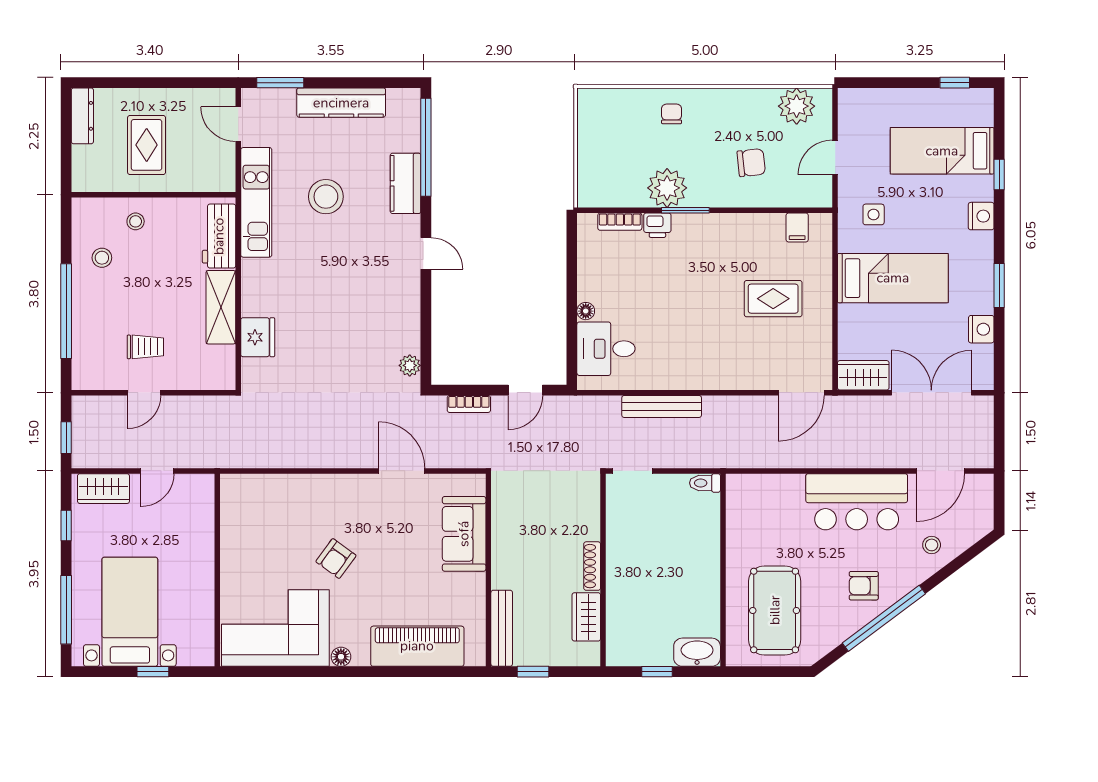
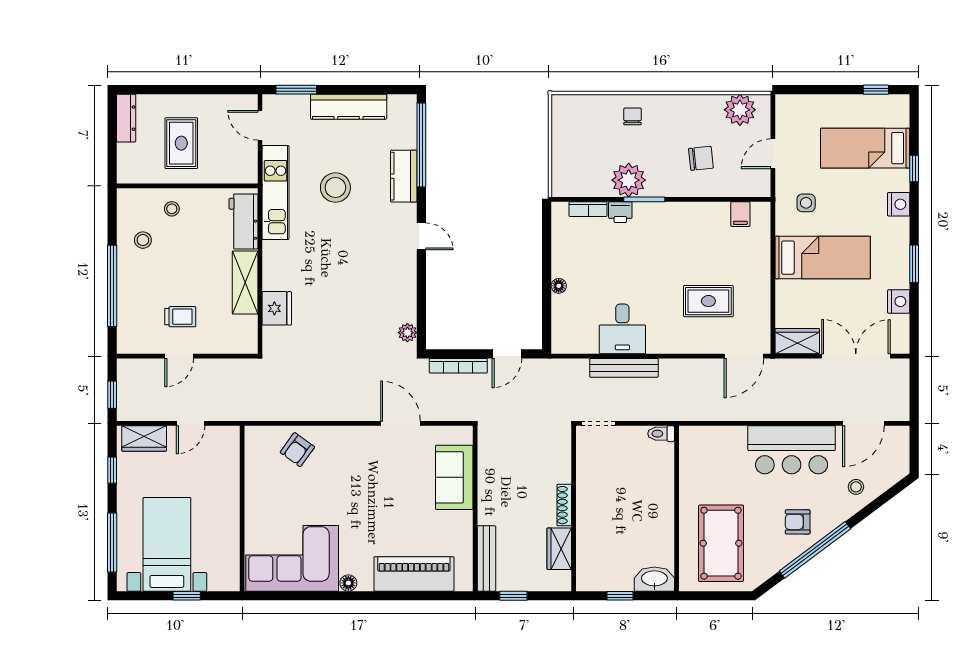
rug: (773, 299) -> (708, 301), moved
desk: (606, 349) -> (622, 329), moved, turned -90
bookcase: (469, 404) -> (458, 366), width x1.56
armchair: (336, 558) -> (297, 450), moved

